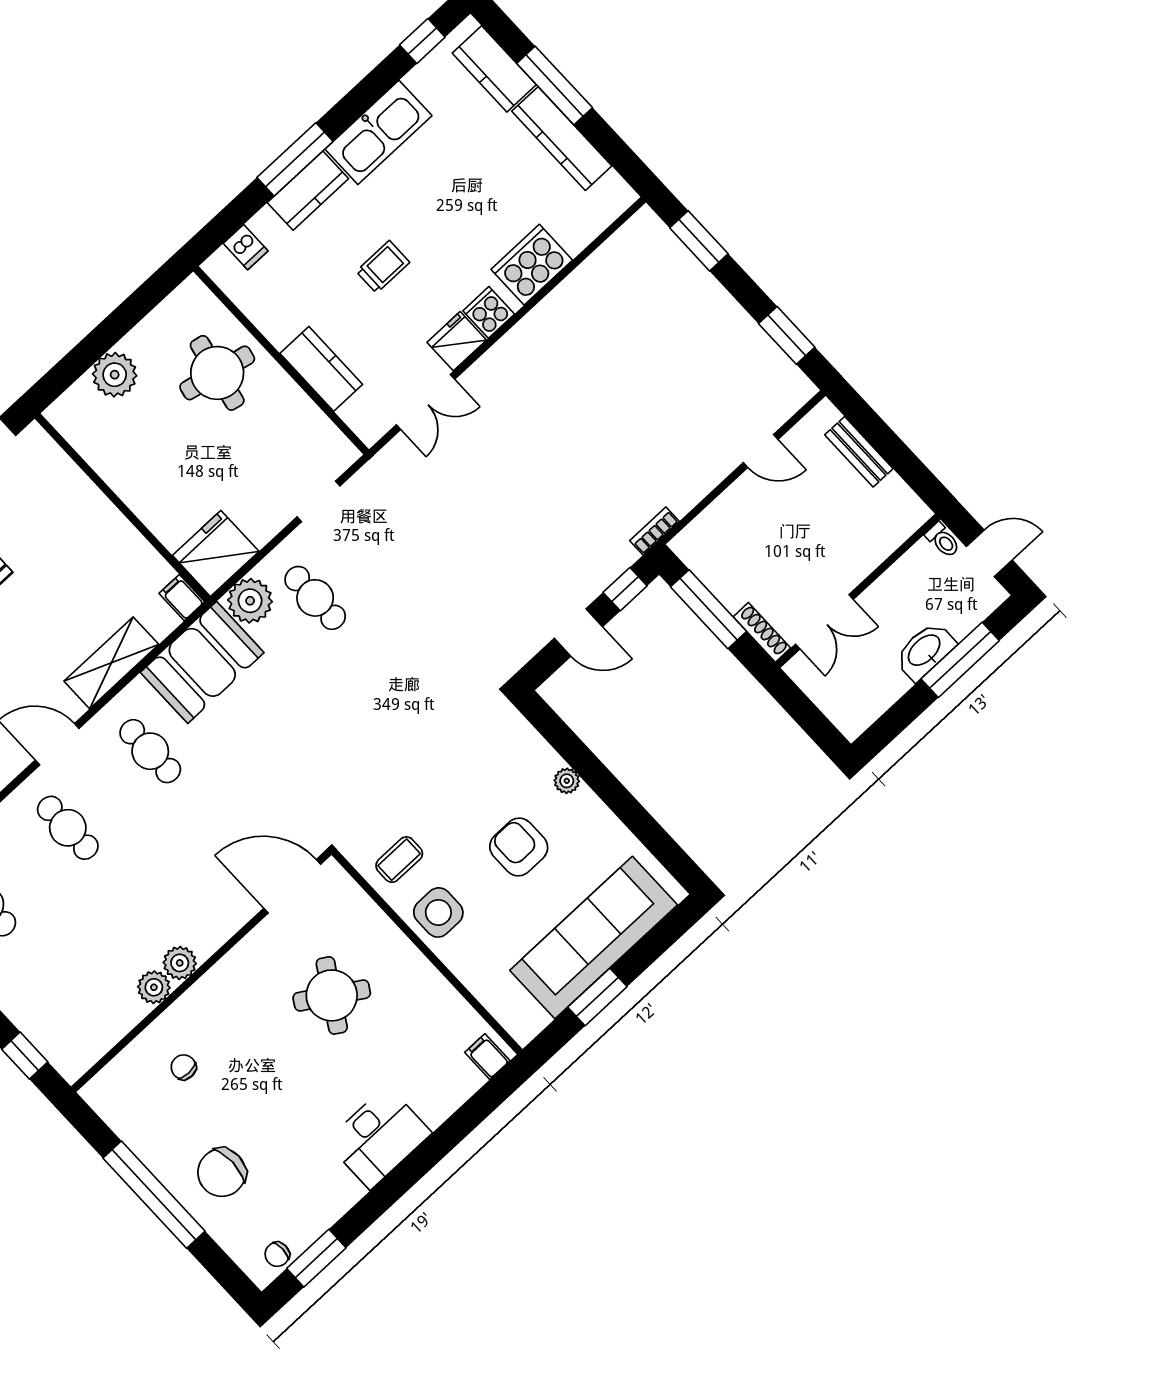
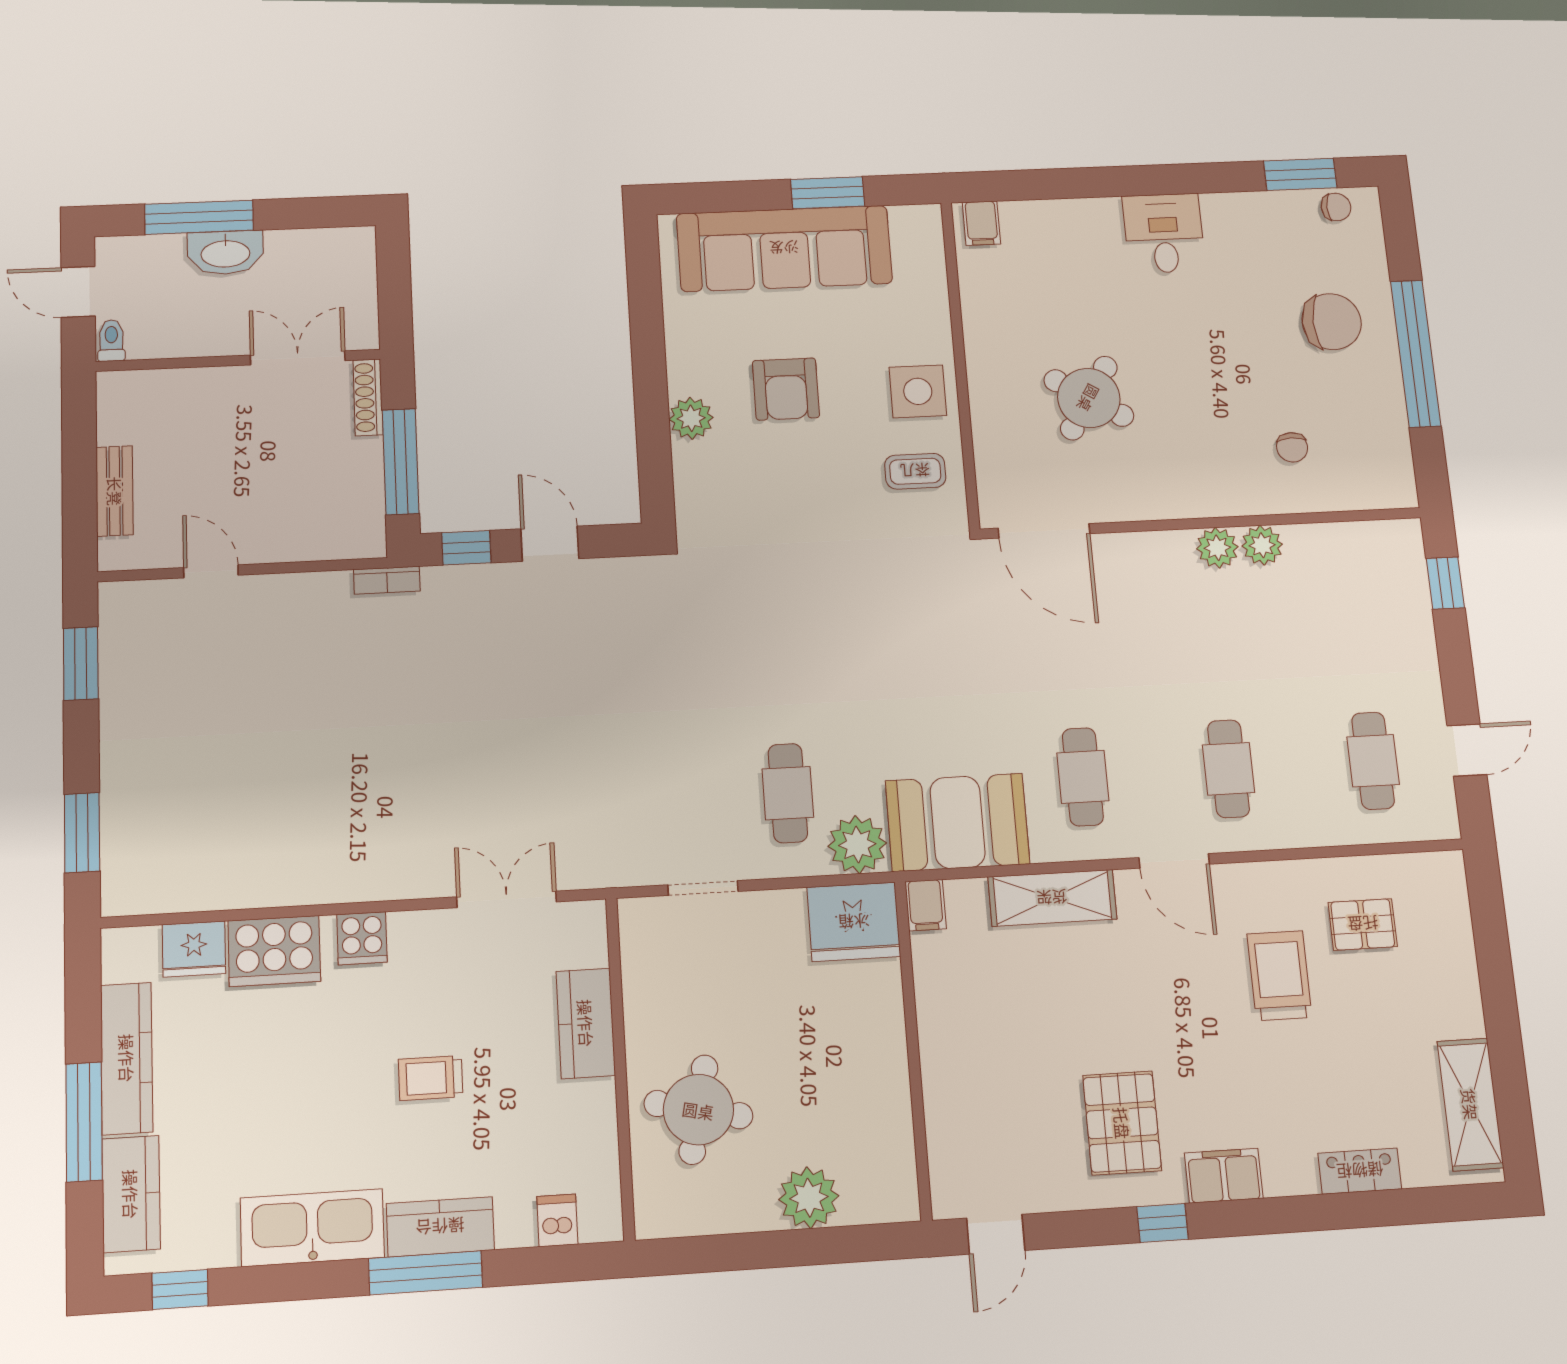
fridge: (457, 341) -> (194, 949), moved
plant: (567, 781) -> (691, 418), width x1.38, depth x1.38
desk: (379, 1137) -> (1164, 233), width x0.73

